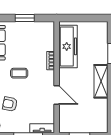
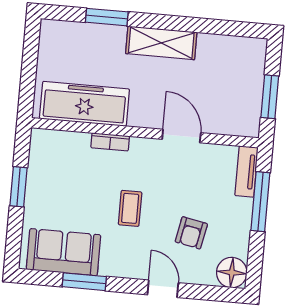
door: (57, 95) -> (181, 136), hinge flipped

